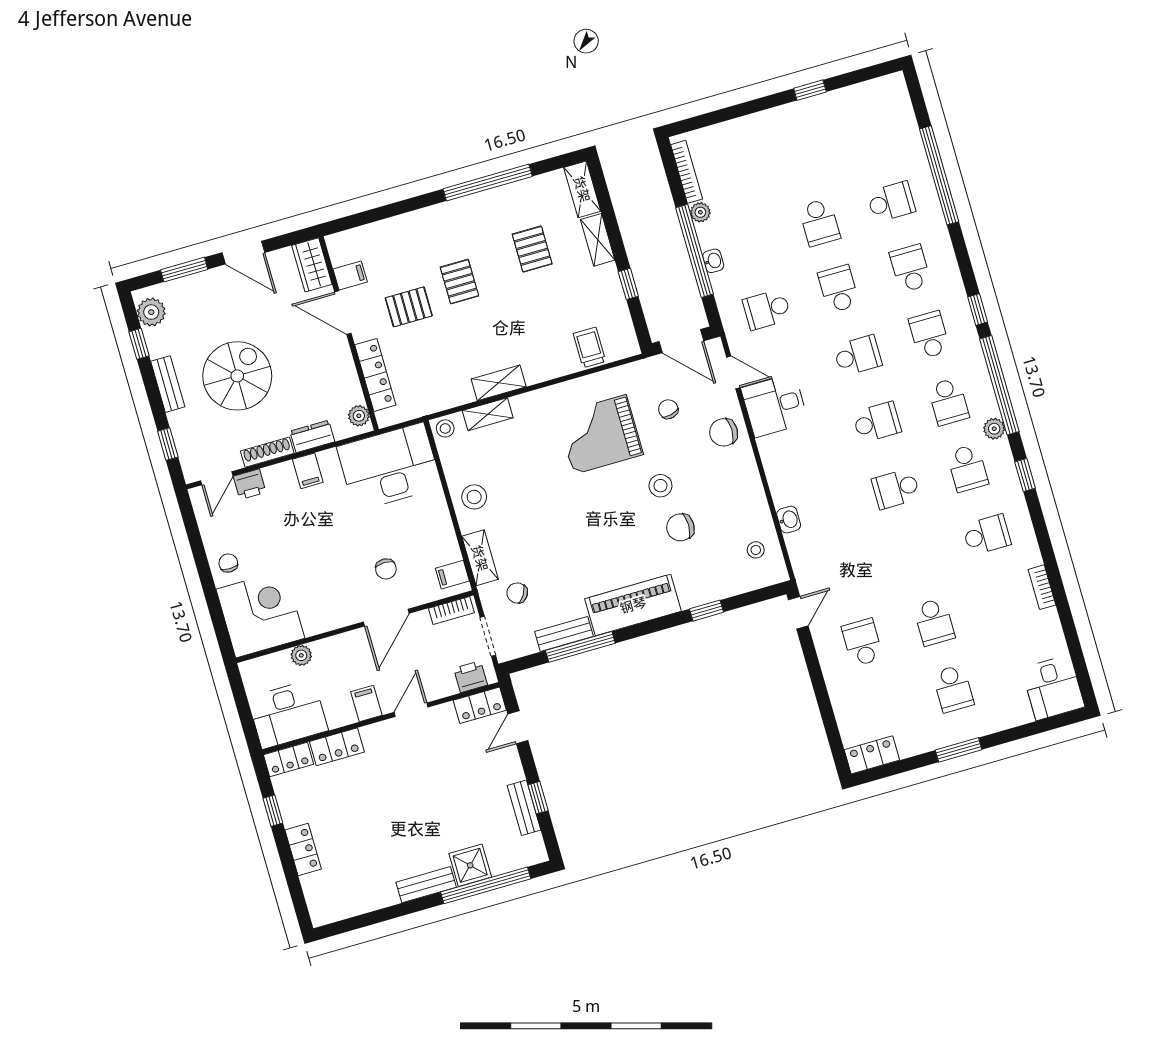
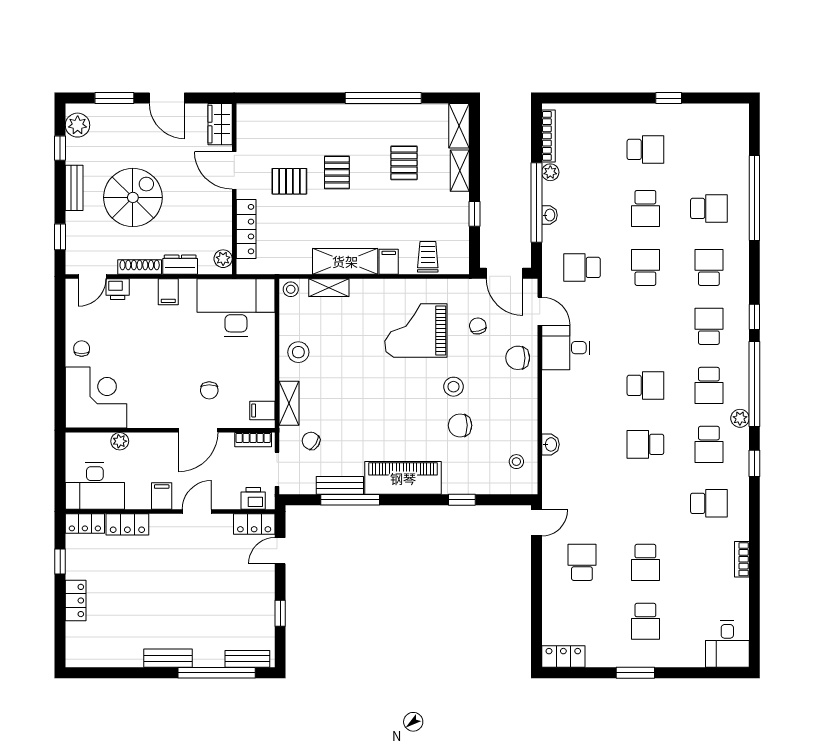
filing cabinet: (350, 275) -> (389, 262), moved, turned -90
school desk: (858, 356) -> (645, 149), moved
shelving: (499, 383) -> (345, 261), width x1.50, depth x1.33
bench: (524, 808) -> (247, 659), moved, turned 90
shower: (470, 865) -> (209, 653), removed

